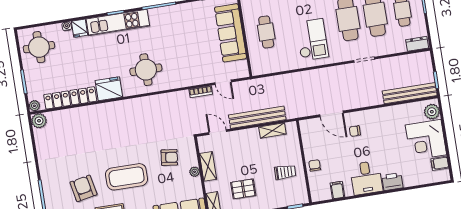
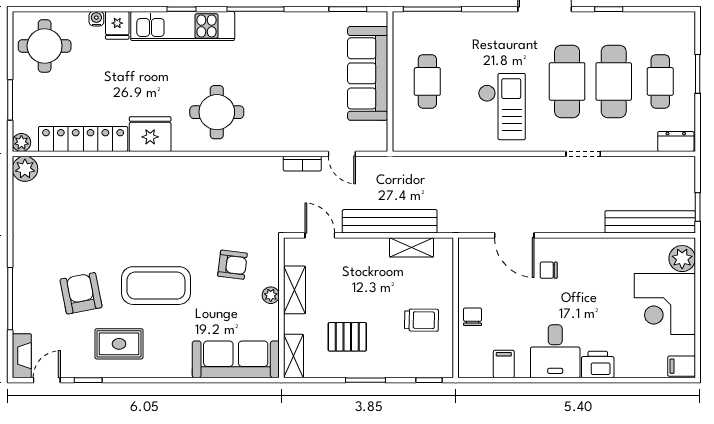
filing cabinet: (440, 163) -> (682, 366), moved

